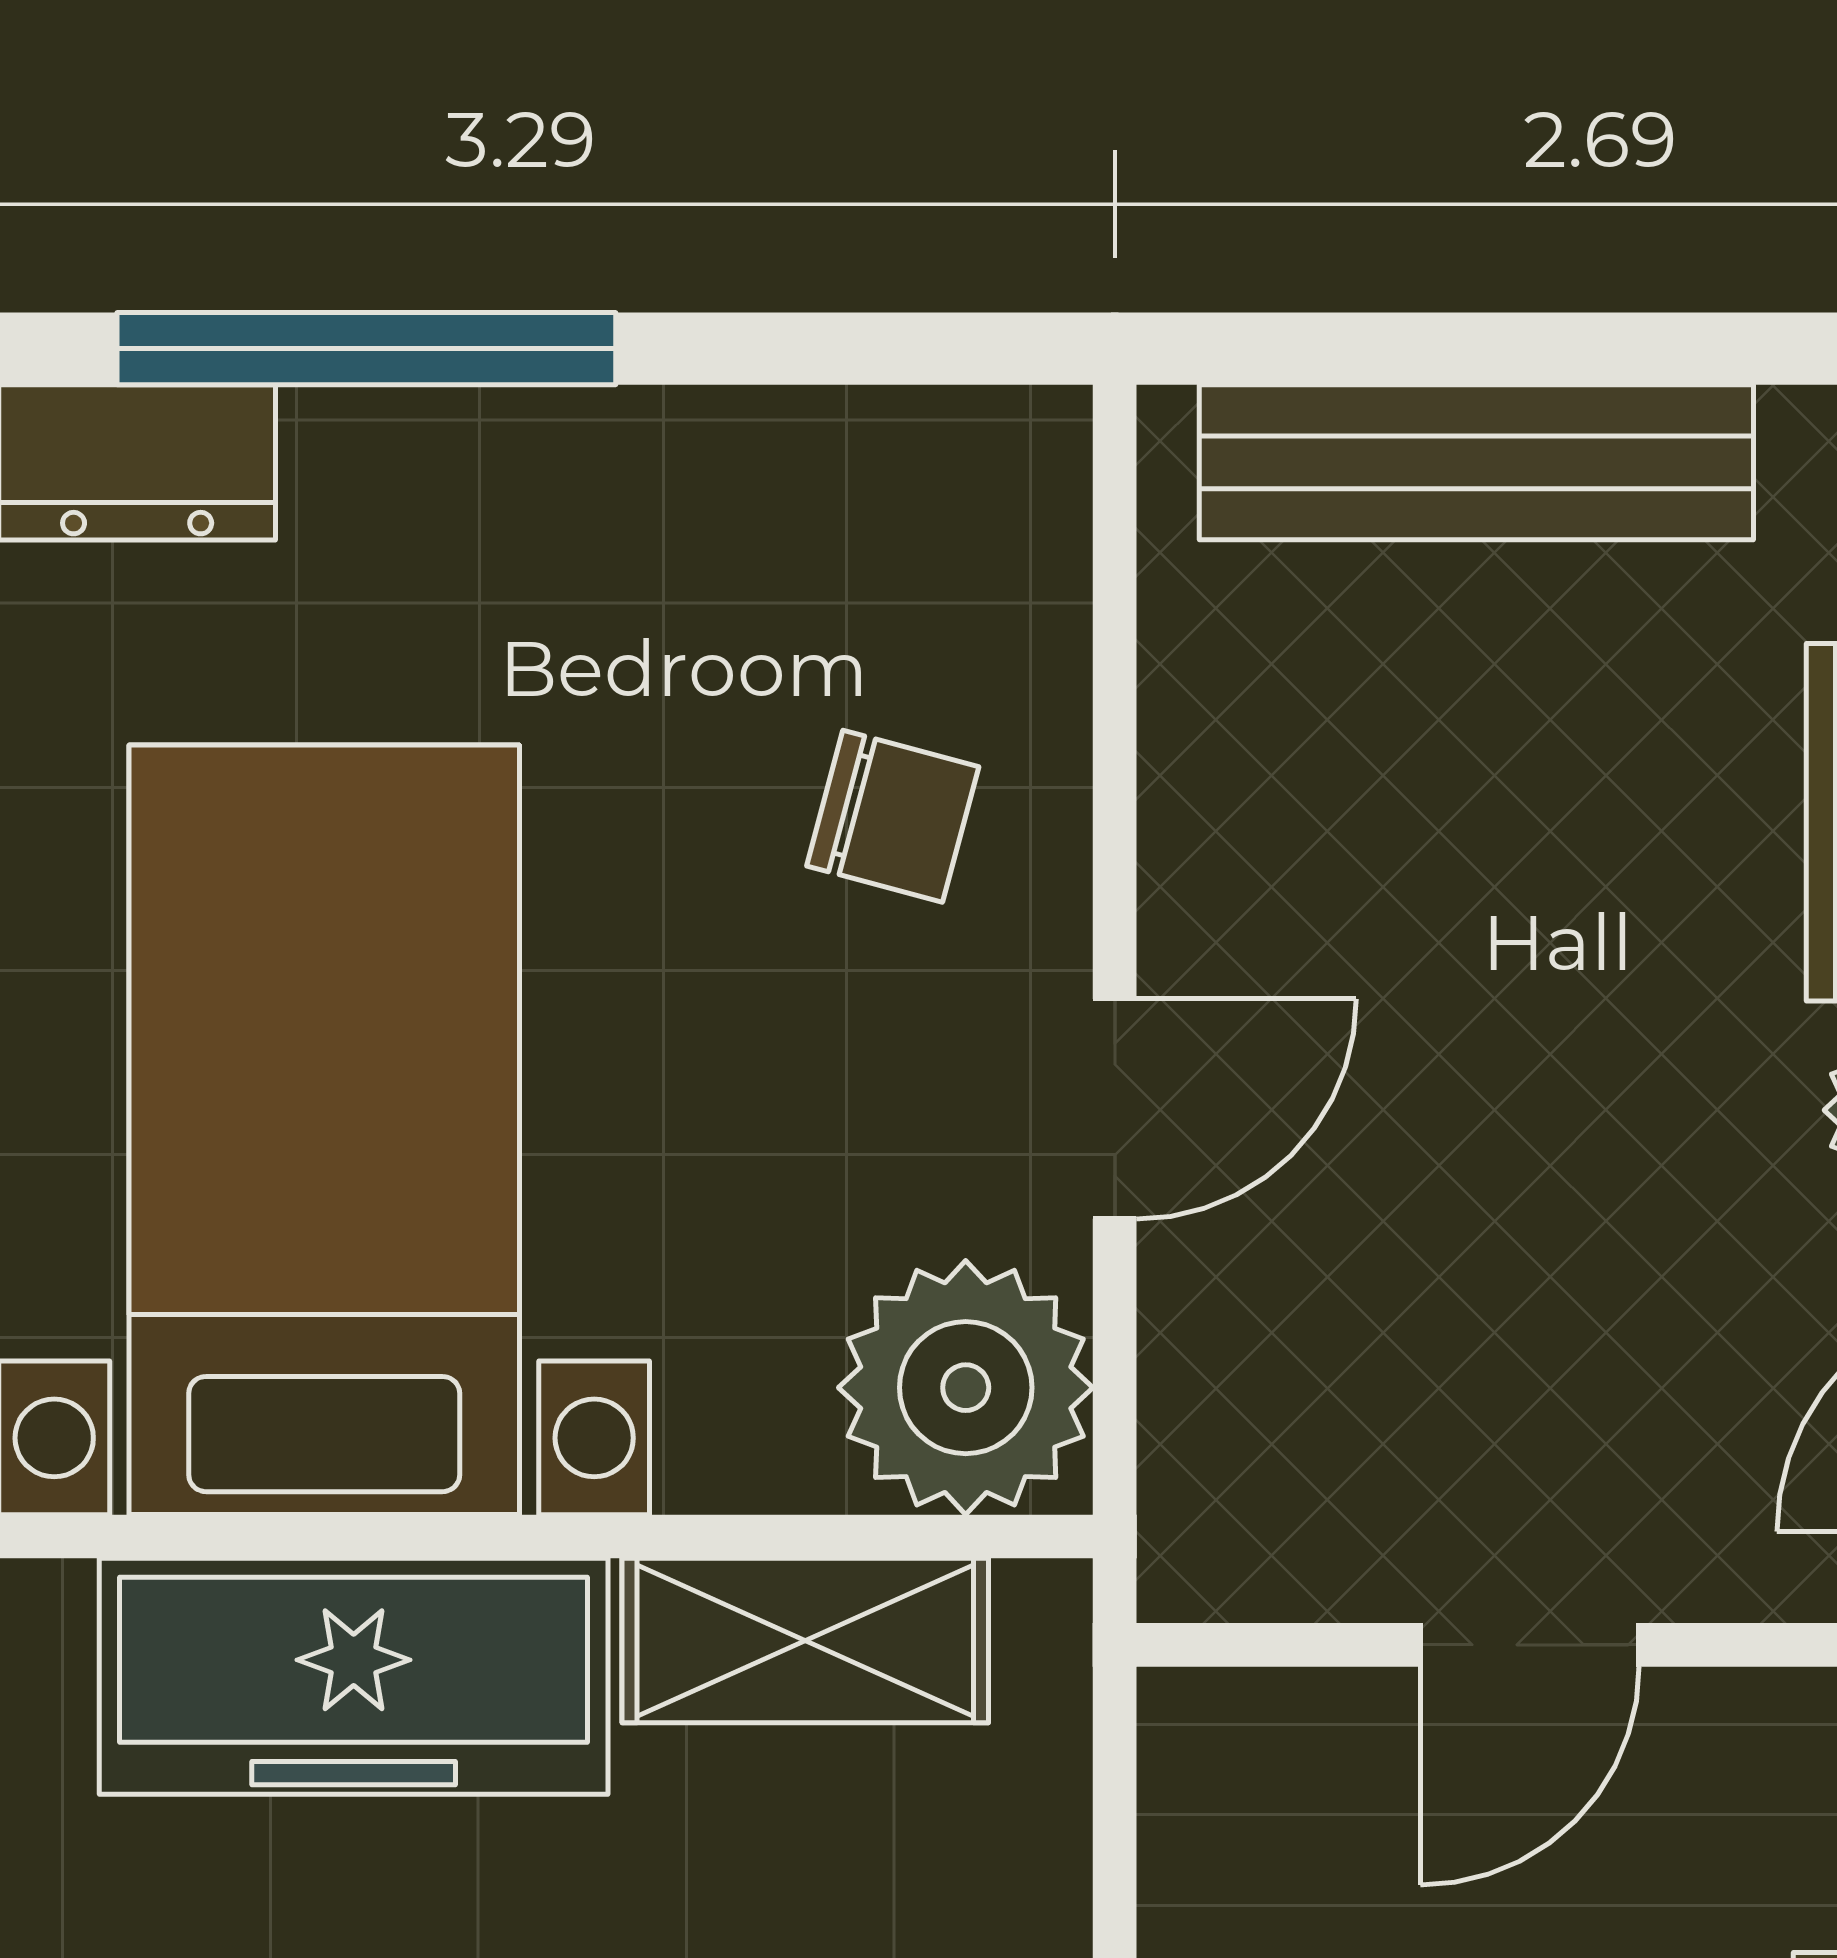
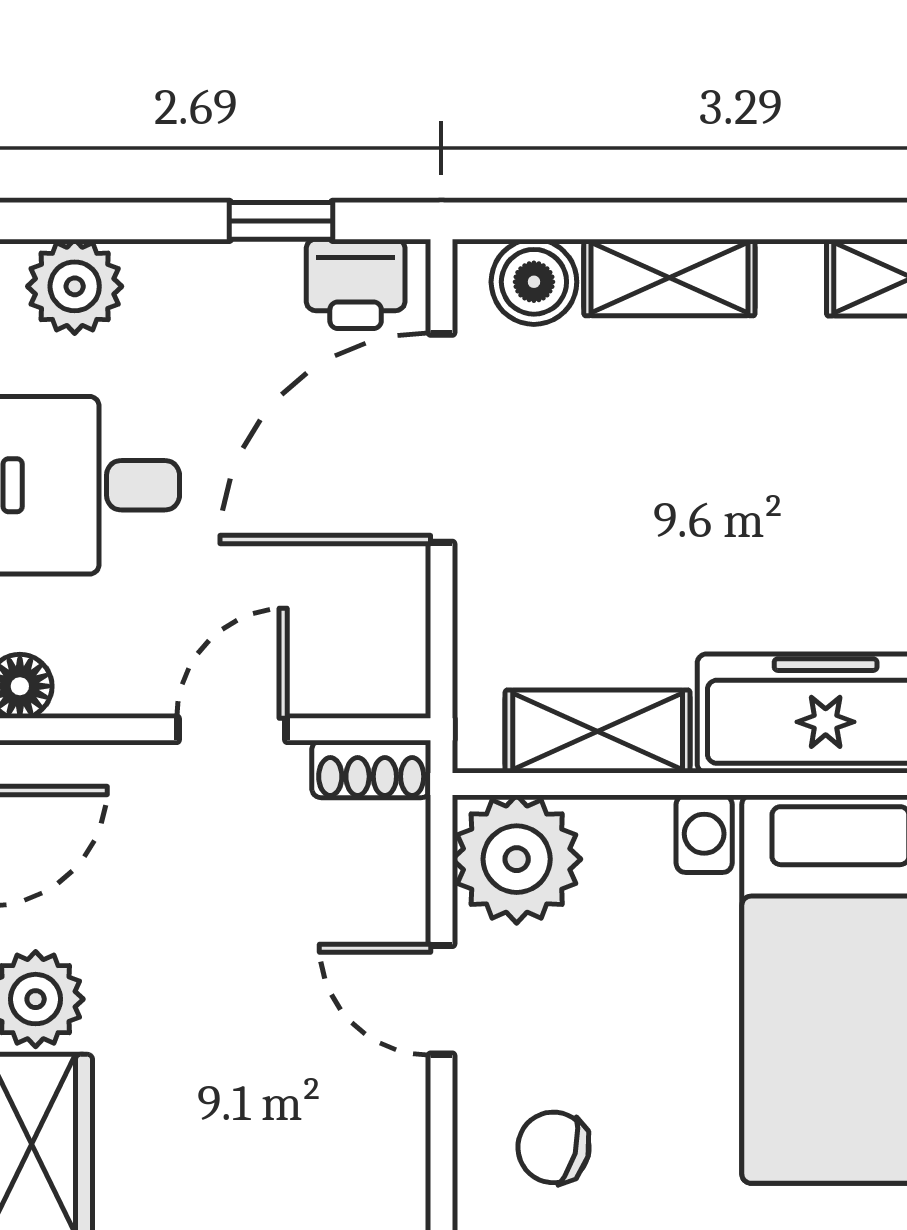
door: (1115, 1109) -> (441, 1000), hinge flipped
shoe rack: (1254, 1566) -> (371, 769), added

